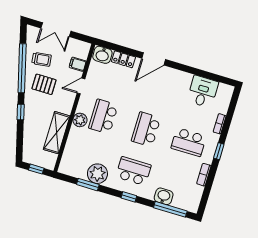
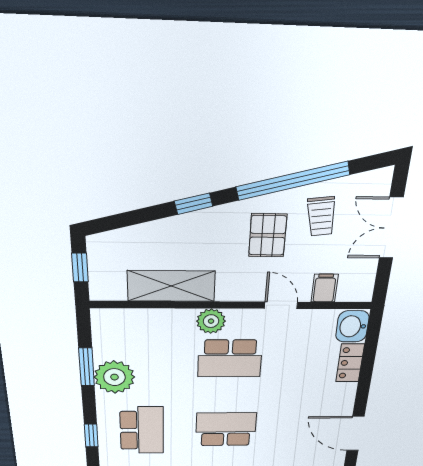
door: (154, 59) -> (355, 433), moved
school desk: (103, 117) -> (230, 359), turned 180

